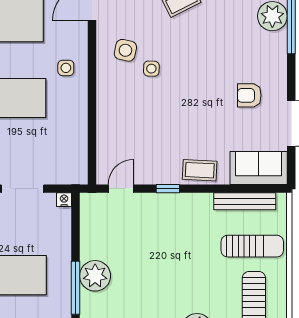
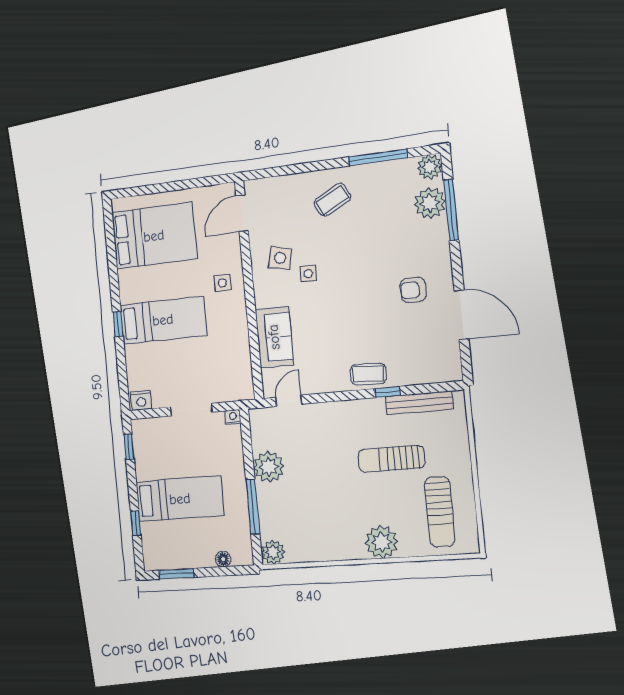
sofa: (259, 168) -> (274, 337), moved, turned 90
window: (168, 189) -> (388, 392), moved
sun lounger: (252, 246) -> (391, 459), moved, turned 180
plant: (95, 276) -> (269, 467), moved

